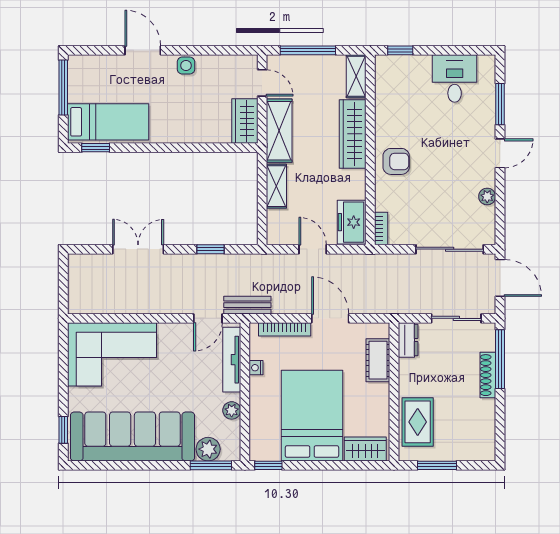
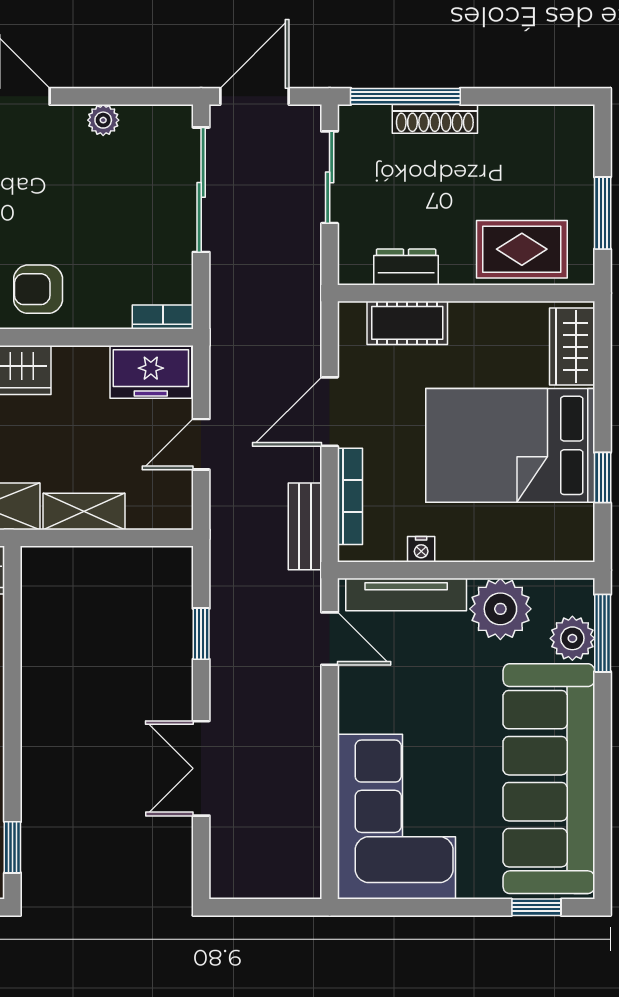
armchair: (396, 161) -> (38, 289), turned -90
bench: (247, 305) -> (305, 526), moved
dresser: (408, 340) -> (406, 267), moved
plant: (232, 410) -> (500, 609), width x1.88, depth x1.88
window: (268, 465) -> (603, 478), moved

